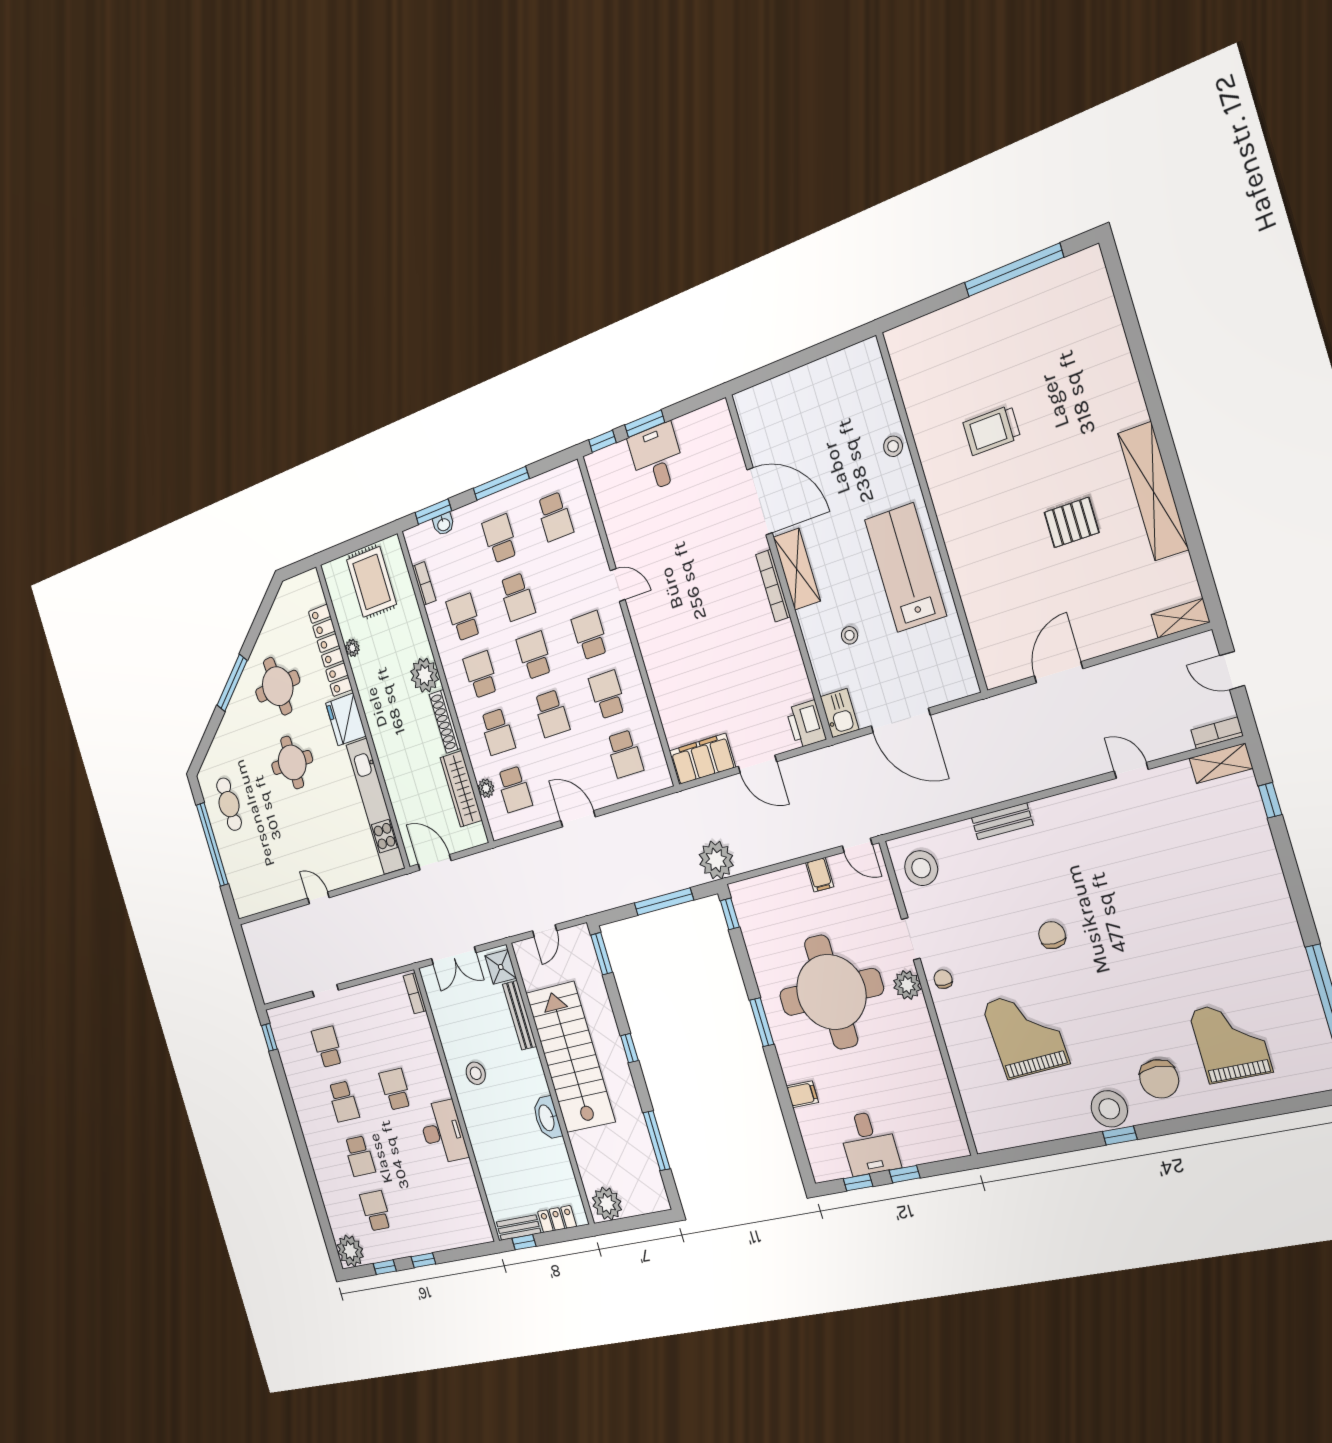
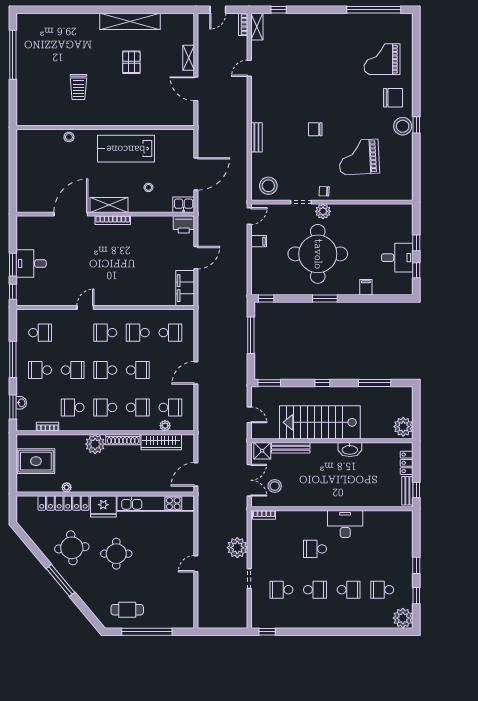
shelving: (1181, 618) -> (189, 58), moved
plant: (716, 860) -> (237, 548), moved
stool: (476, 1073) -> (275, 486), moved

